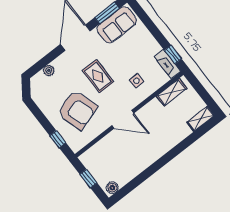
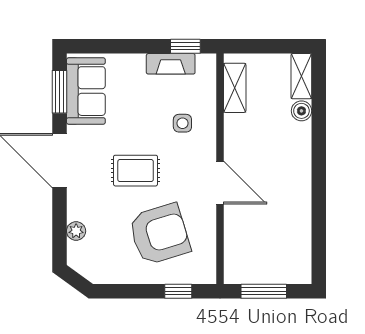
fireplace: (167, 64) -> (171, 64), moved
door: (123, 119) -> (220, 183), hinge flipped
window: (88, 179) -> (264, 291), width x1.50
boiler: (112, 188) -> (301, 111), moved

